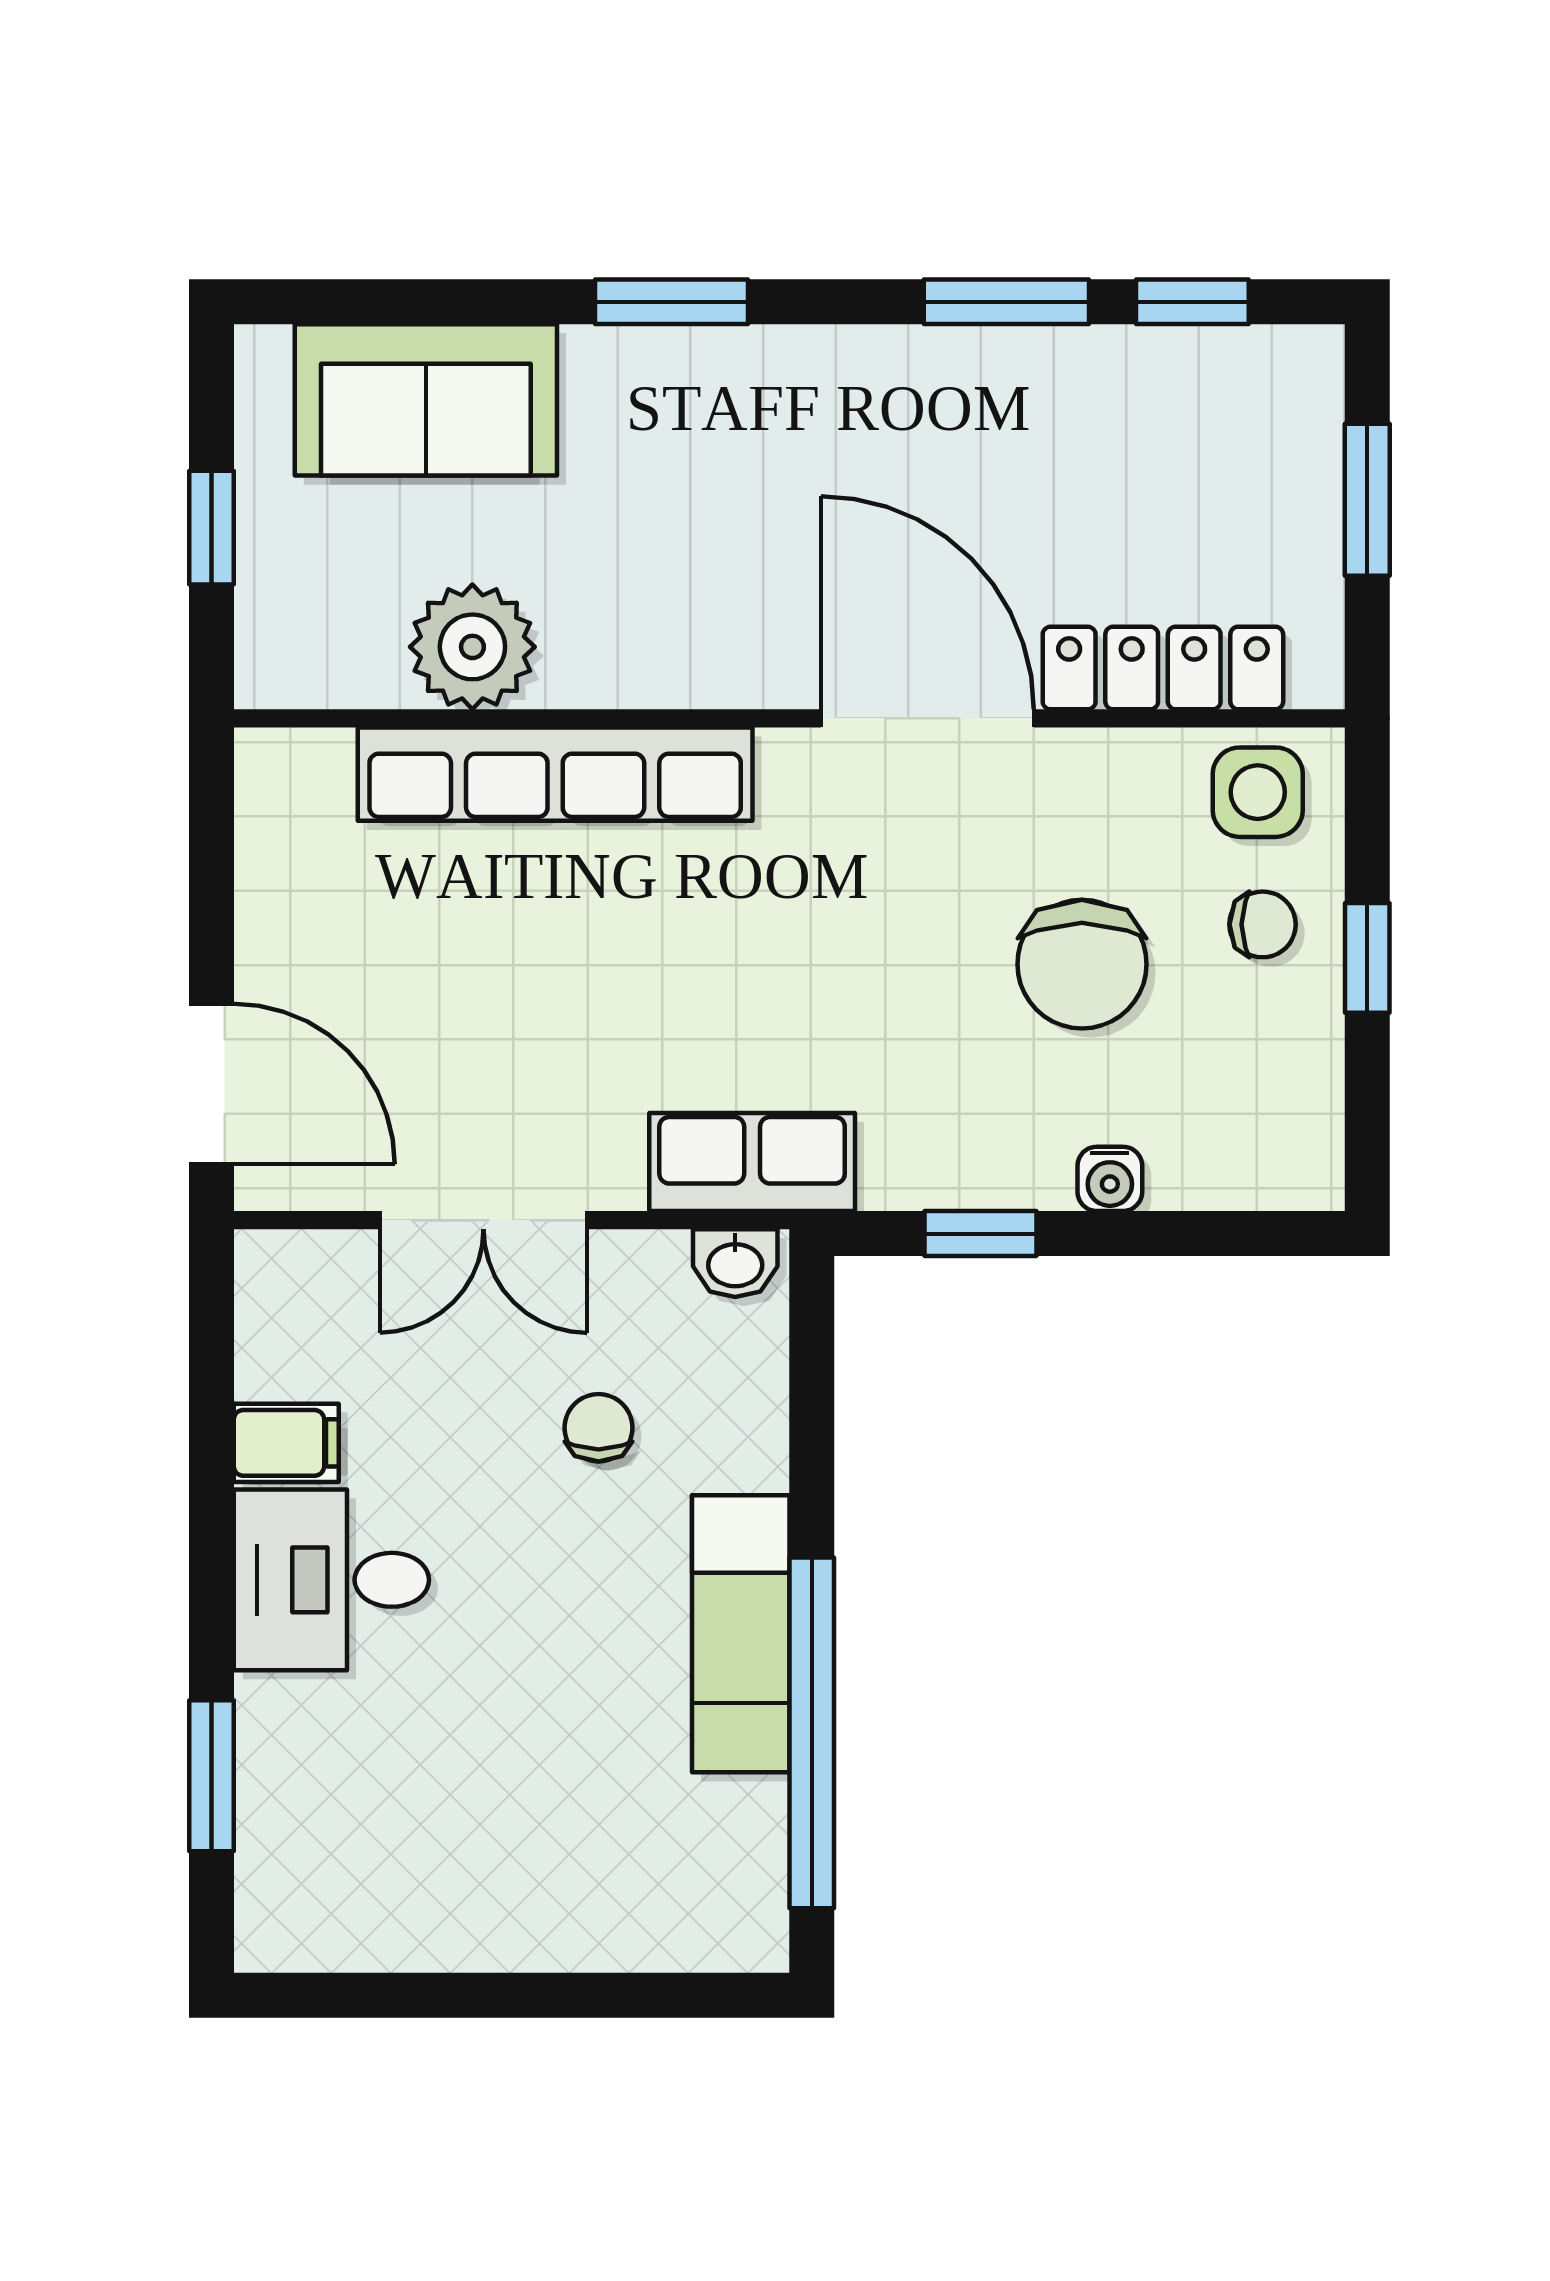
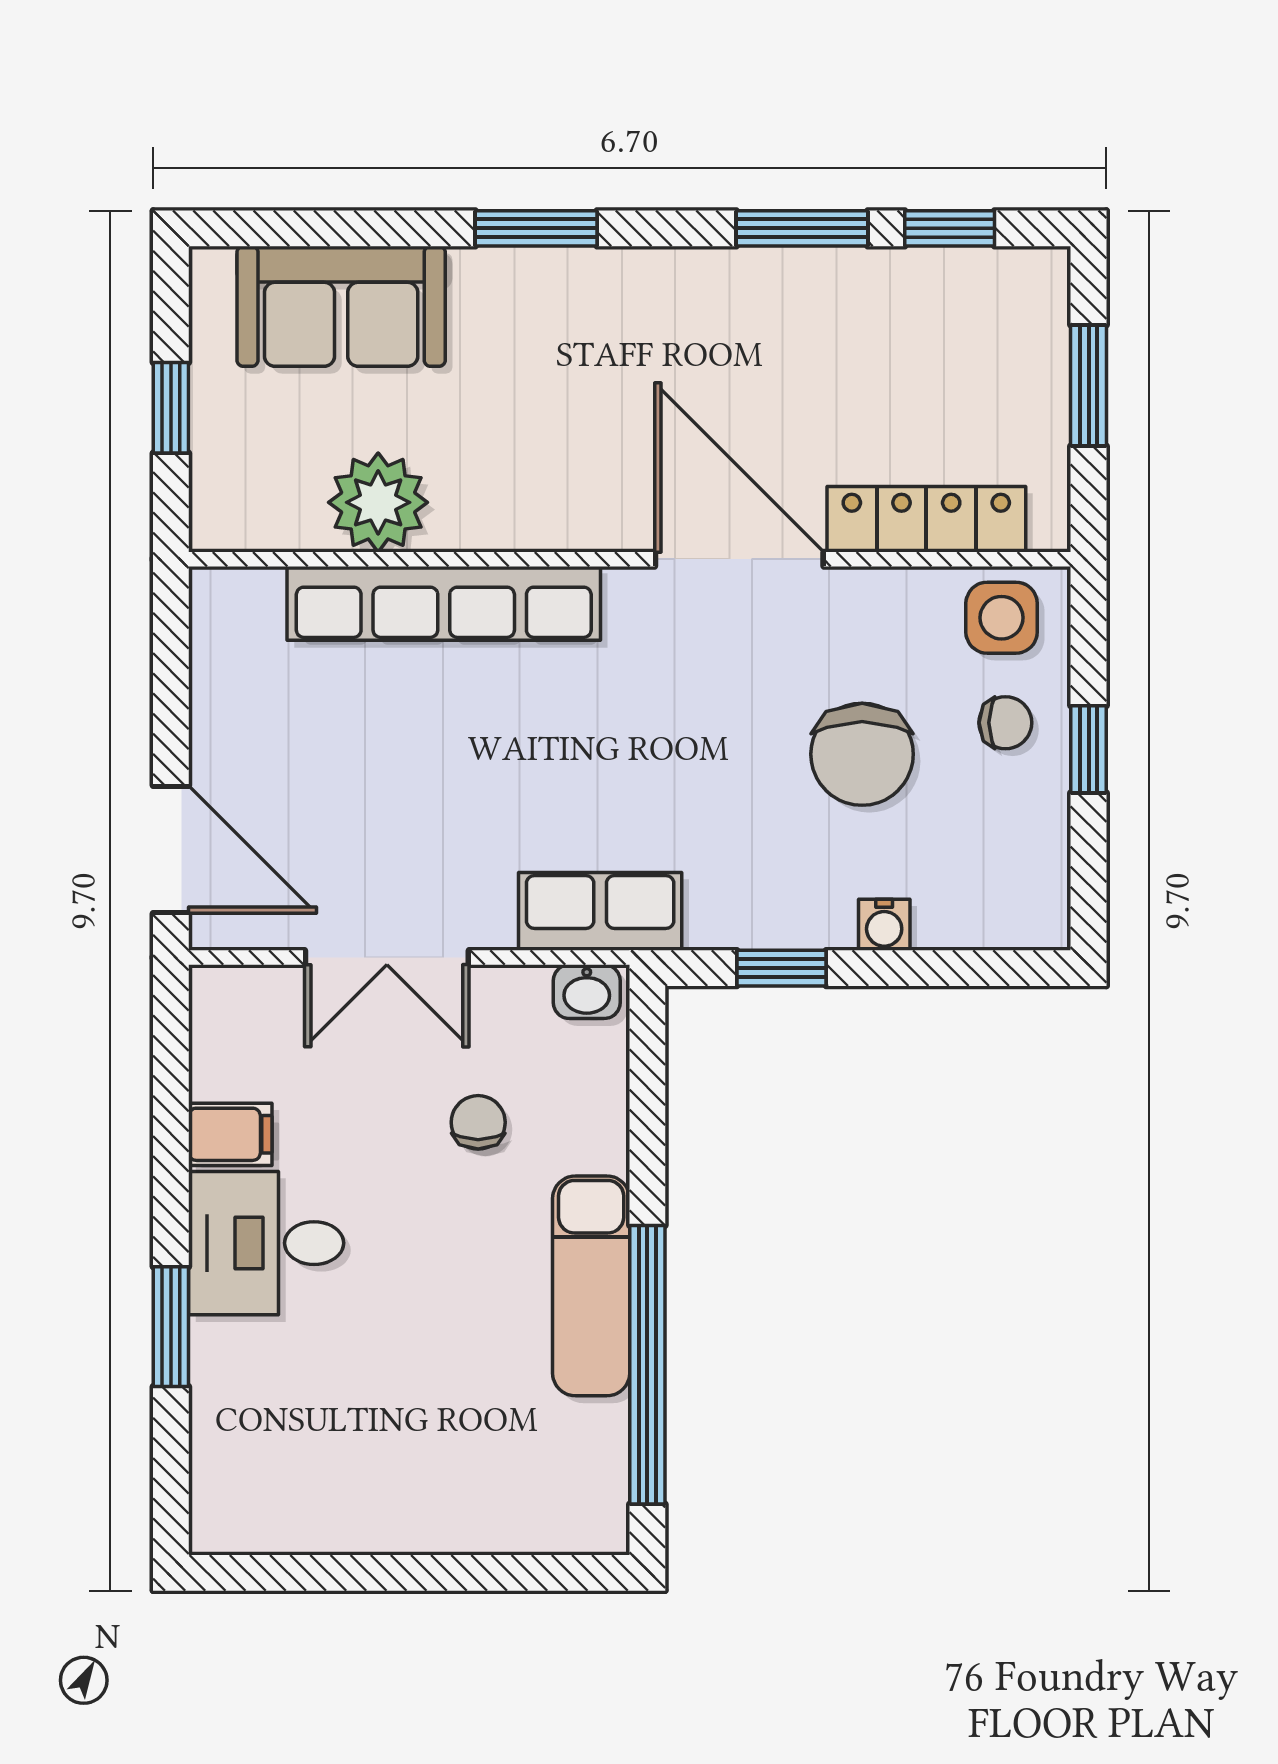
window: (211, 1776) -> (171, 1327), moved

